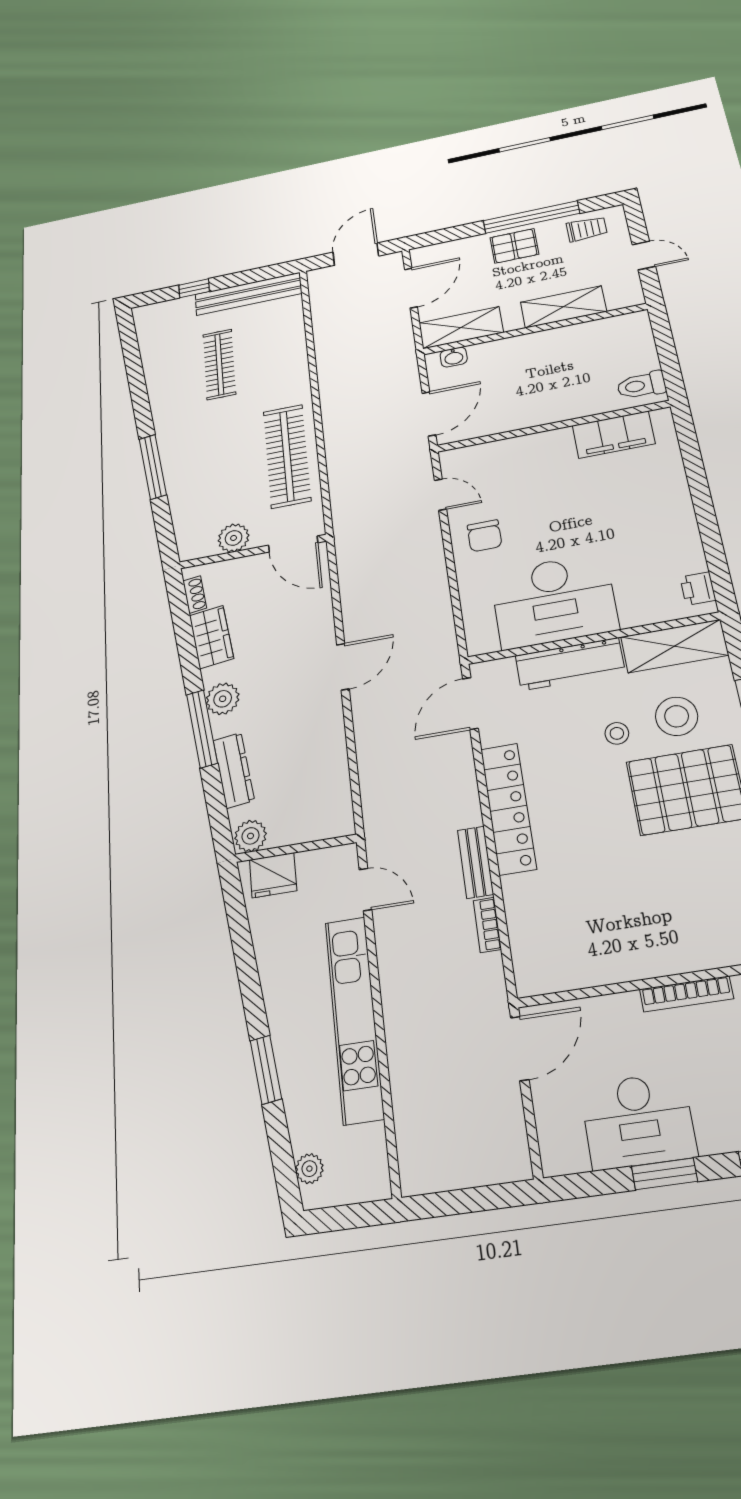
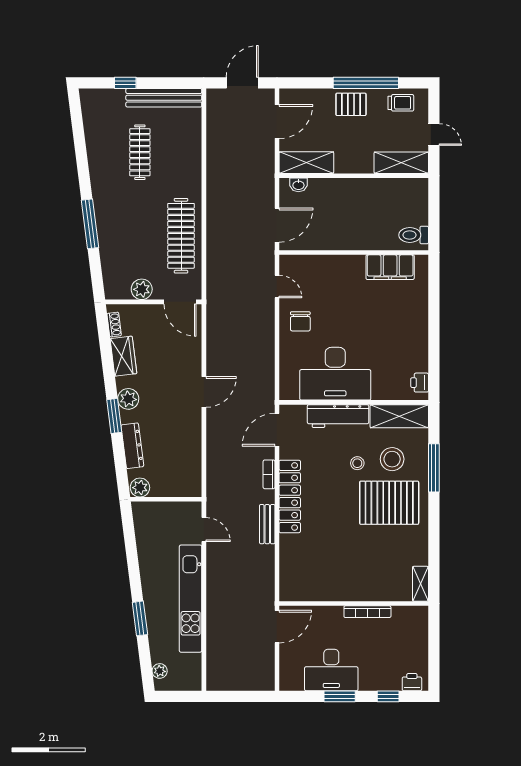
shelving: (563, 307) -> (401, 163), moved
window: (202, 729) -> (114, 416), width x0.69
fridge: (273, 875) -> (152, 513), removed
bookcase: (487, 925) -> (269, 474), moved

